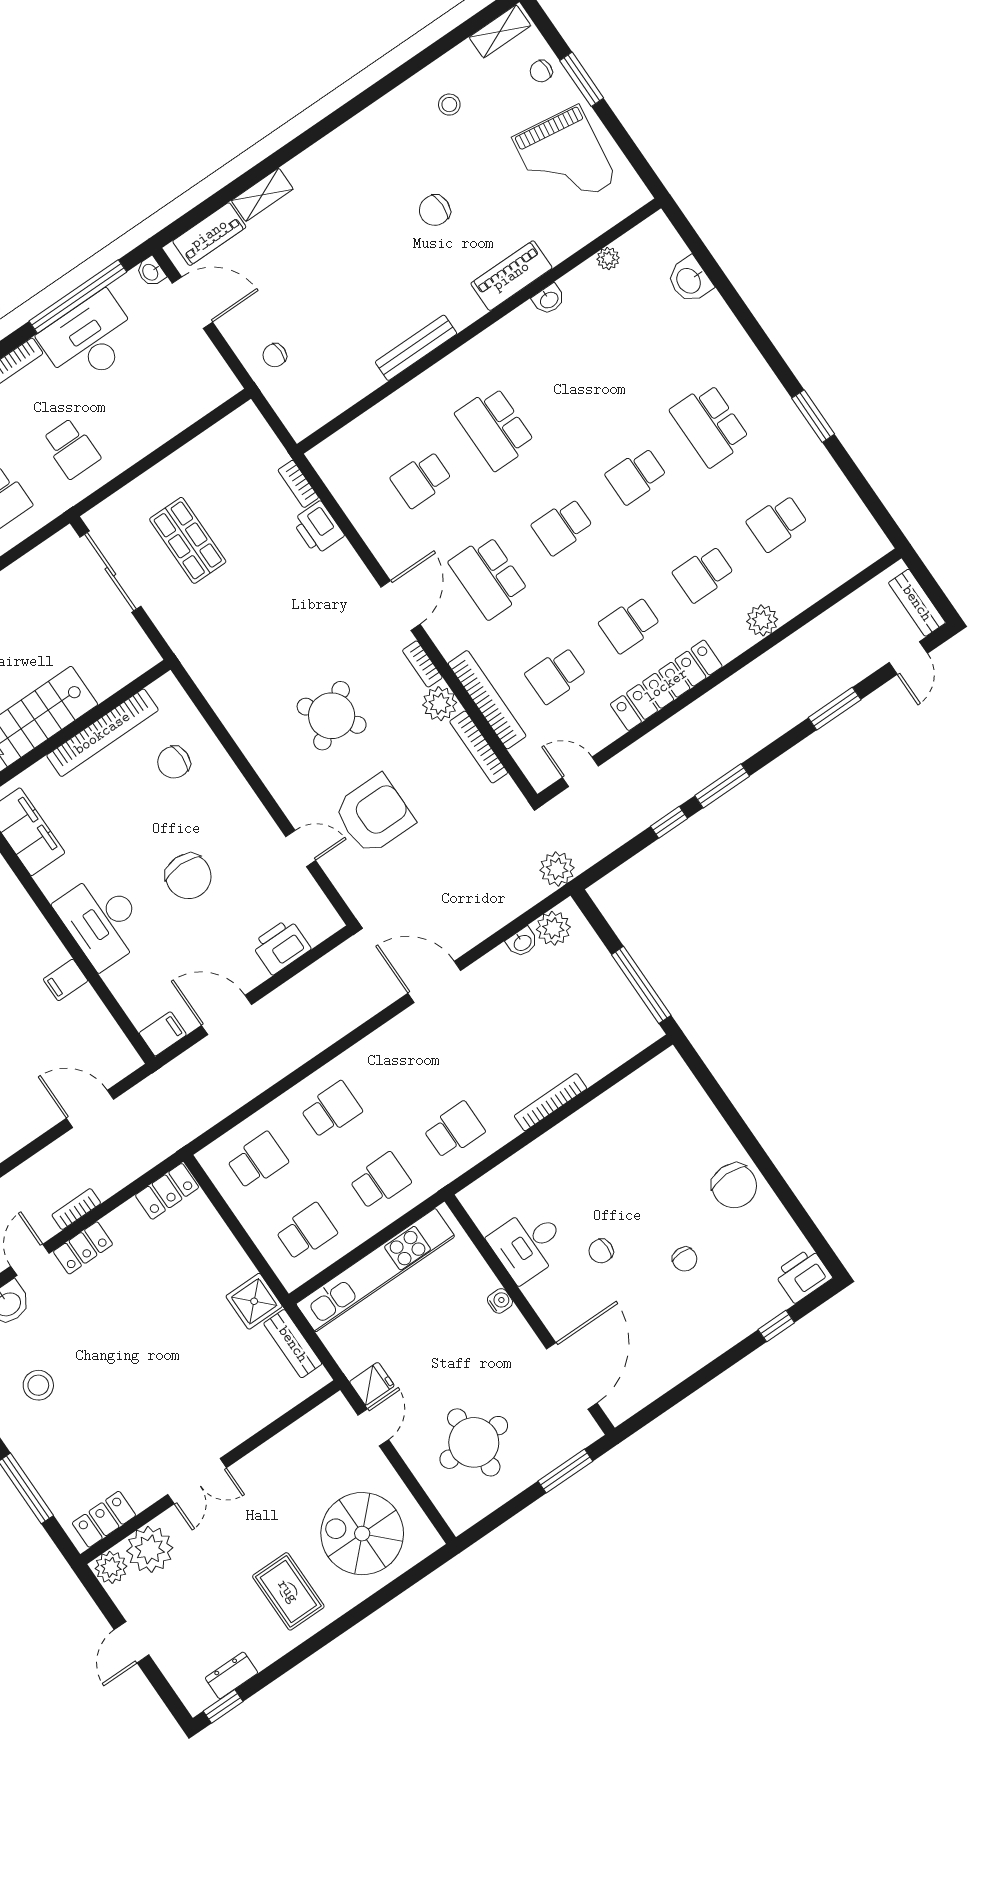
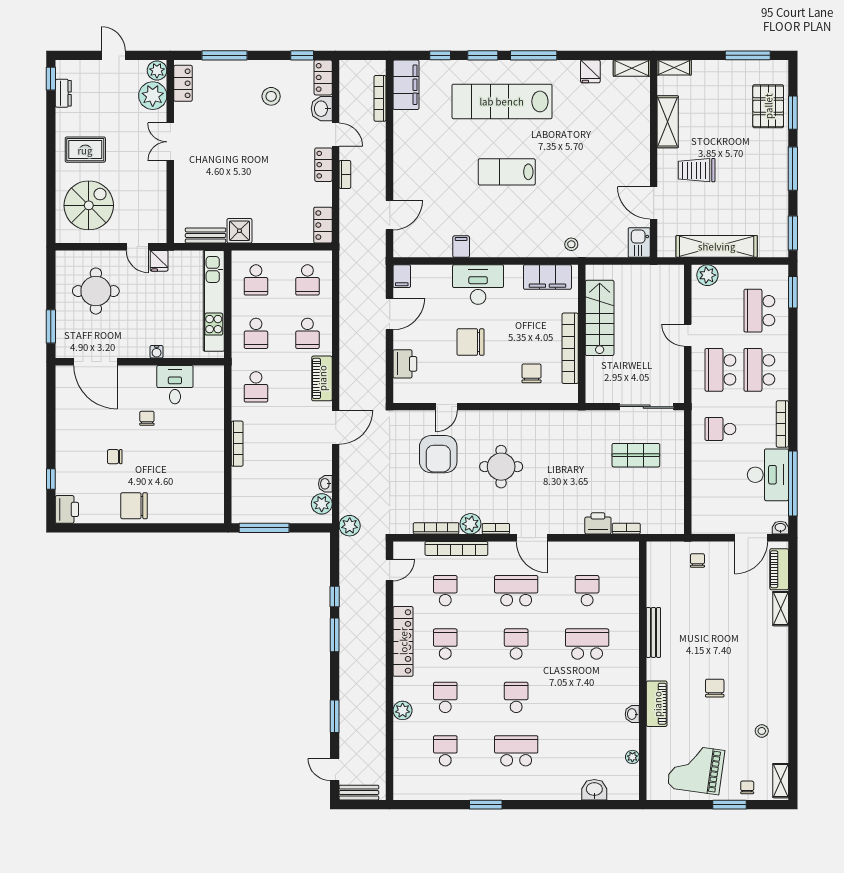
round table: (332, 716) -> (501, 467), turned 36
piano: (380, 1047) -> (322, 378), added

